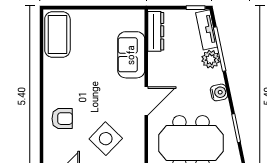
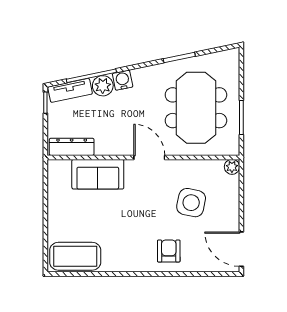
water cooler: (219, 92) -> (123, 80), moved
side table: (106, 139) -> (191, 203), turned -32

